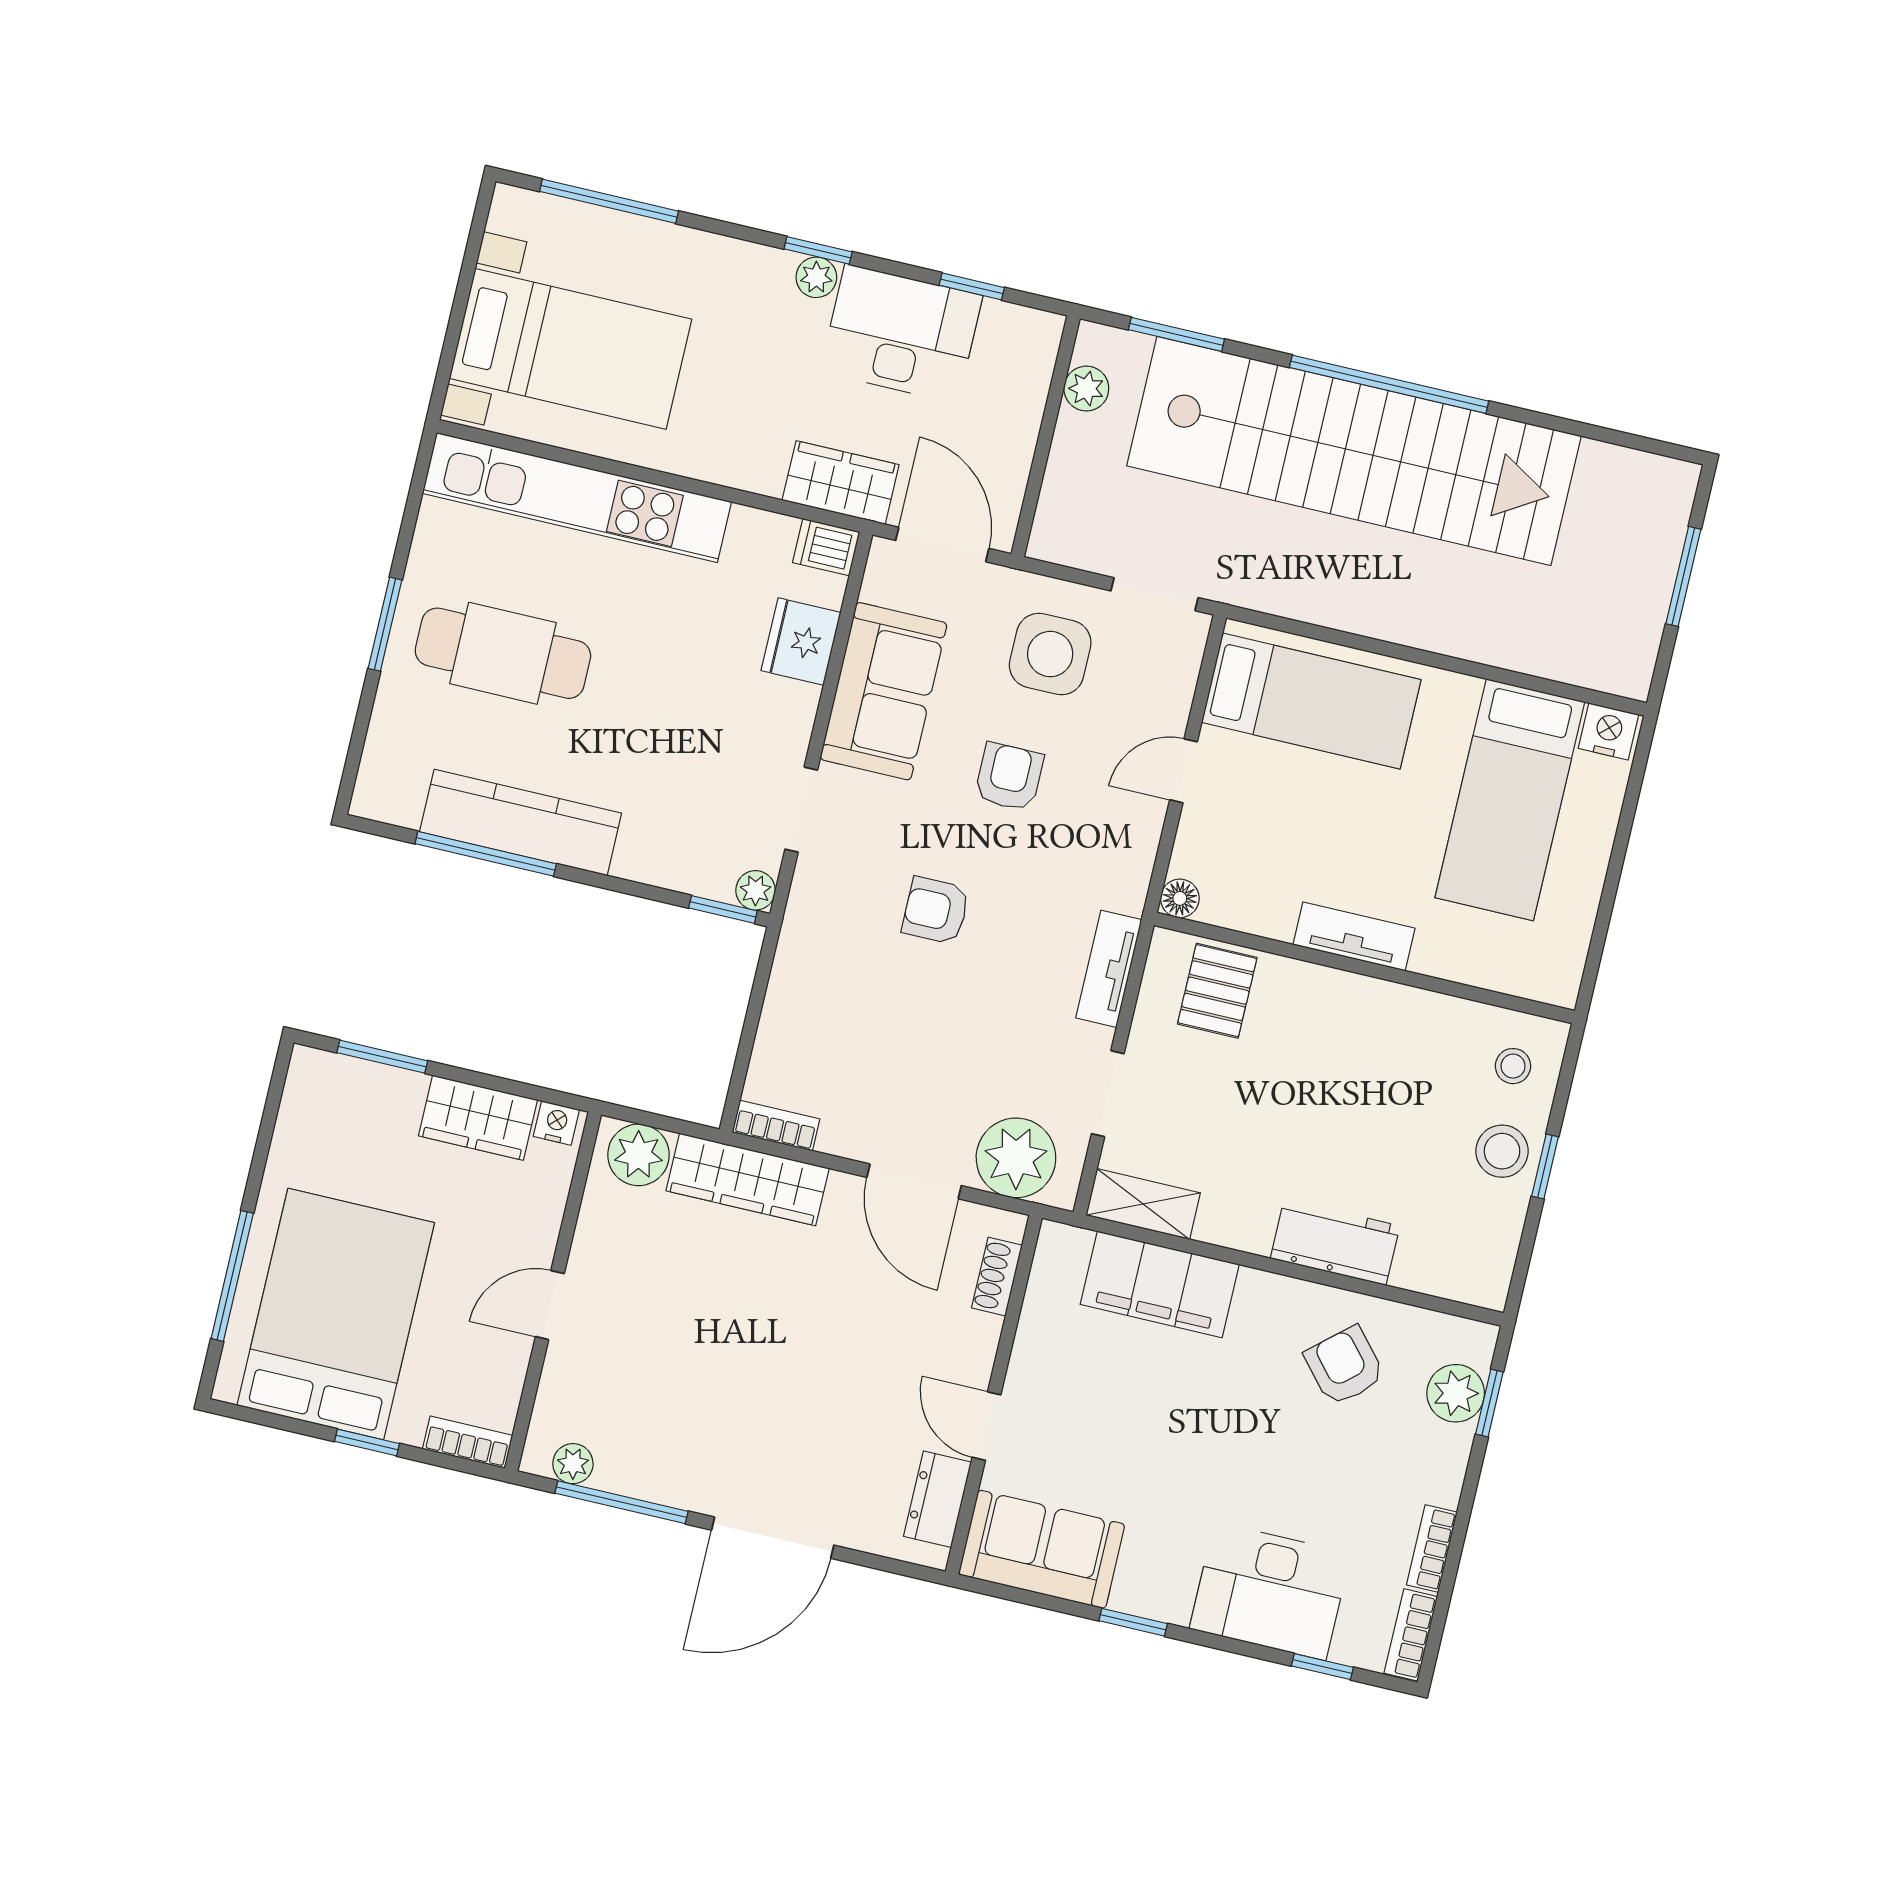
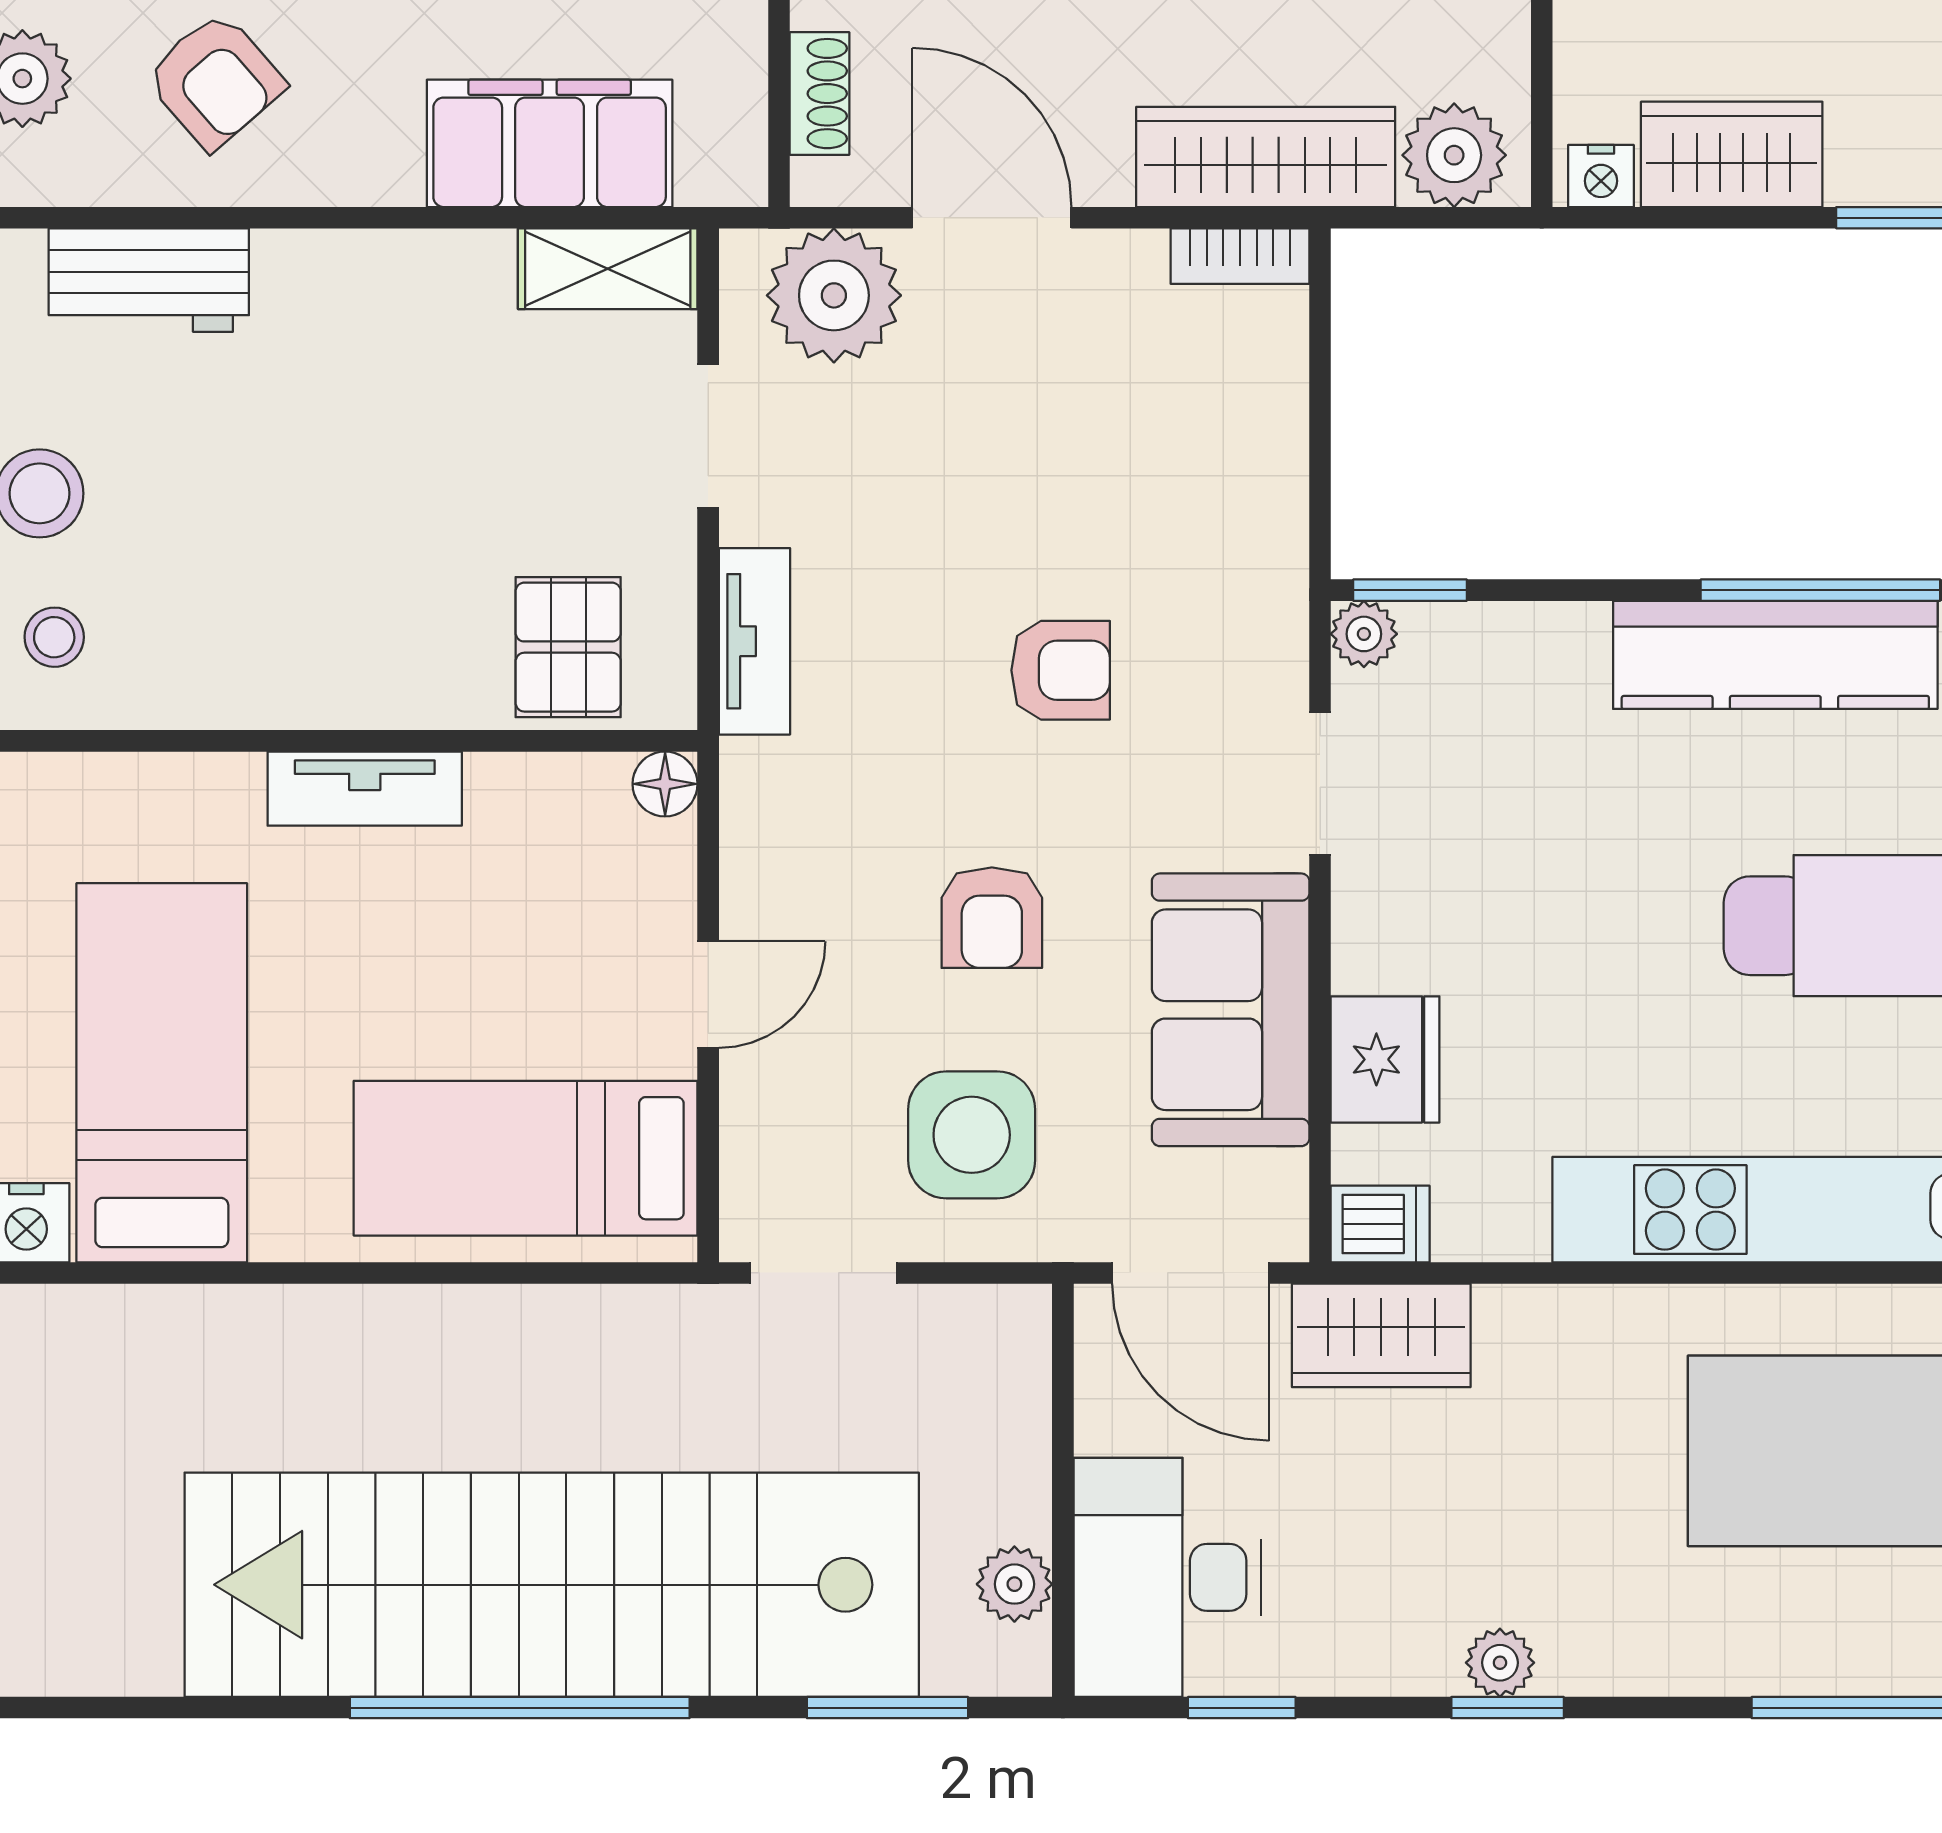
desk: (901, 334) -> (1167, 1577), moved, turned 90
workbench: (1335, 1242) -> (149, 280), moved

